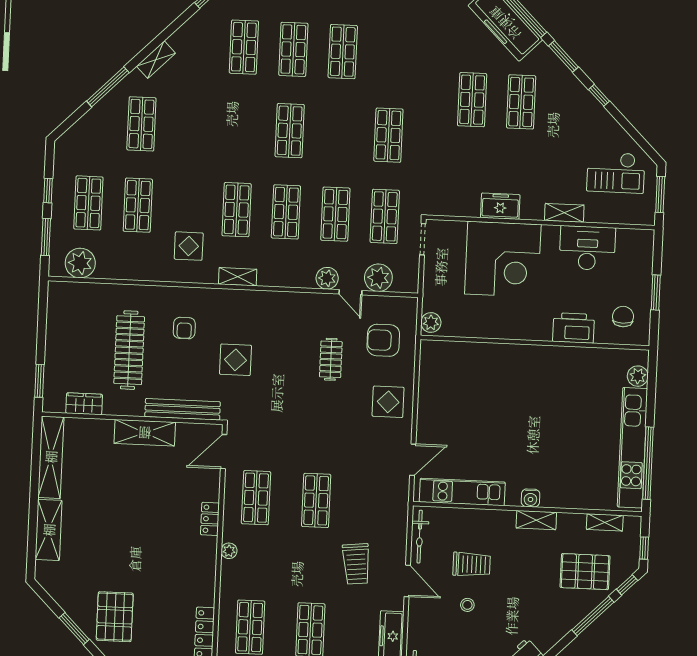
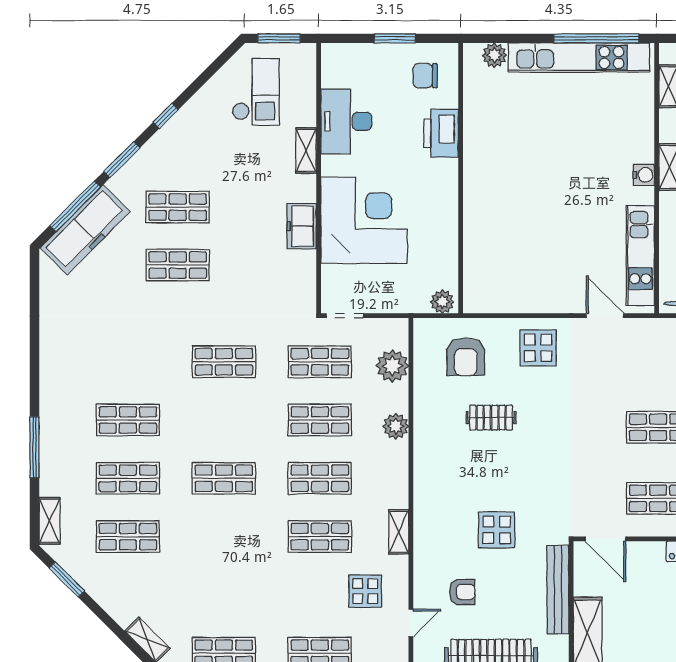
door: (350, 292) -> (411, 623), moved

